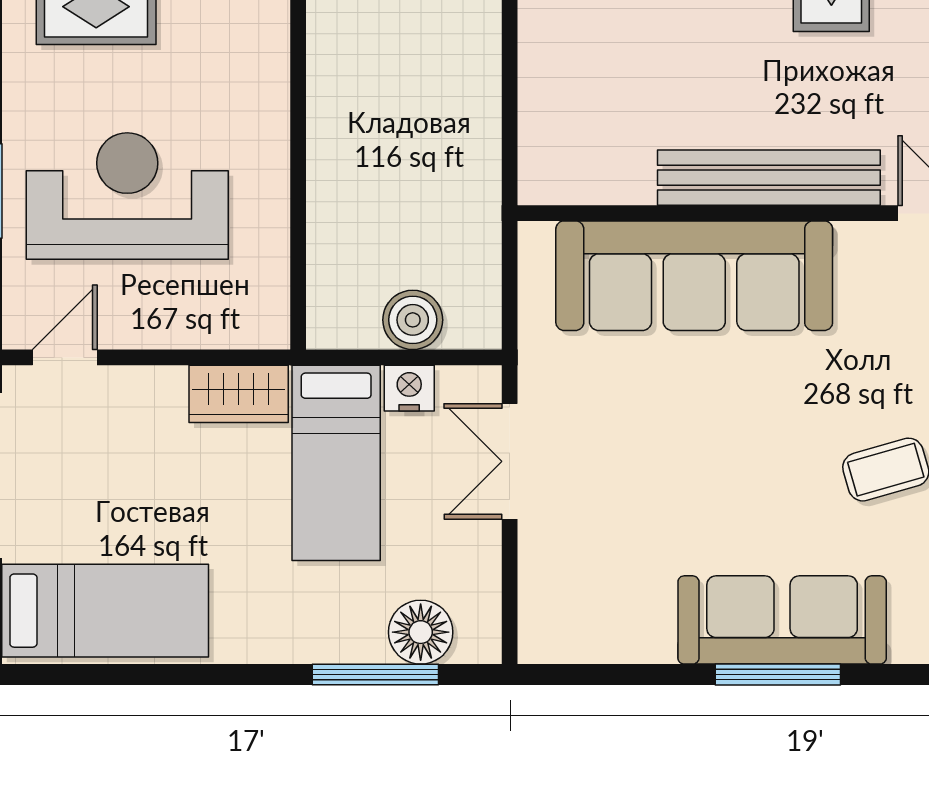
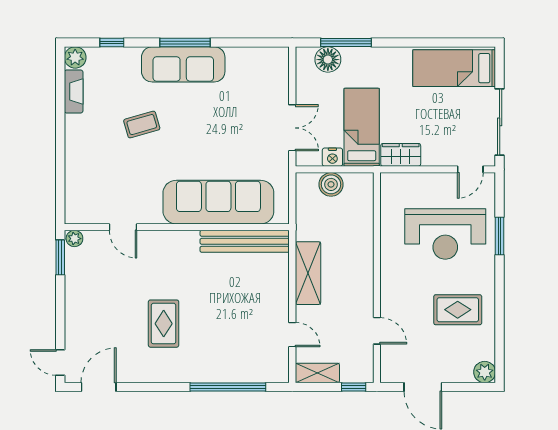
shelving: (470, 98) -> (308, 273), added
bench: (769, 178) -> (245, 241), moved

